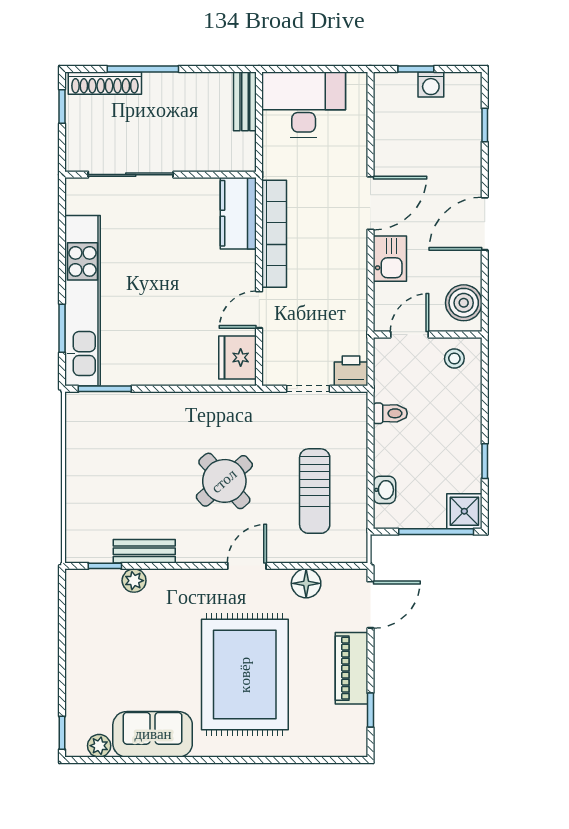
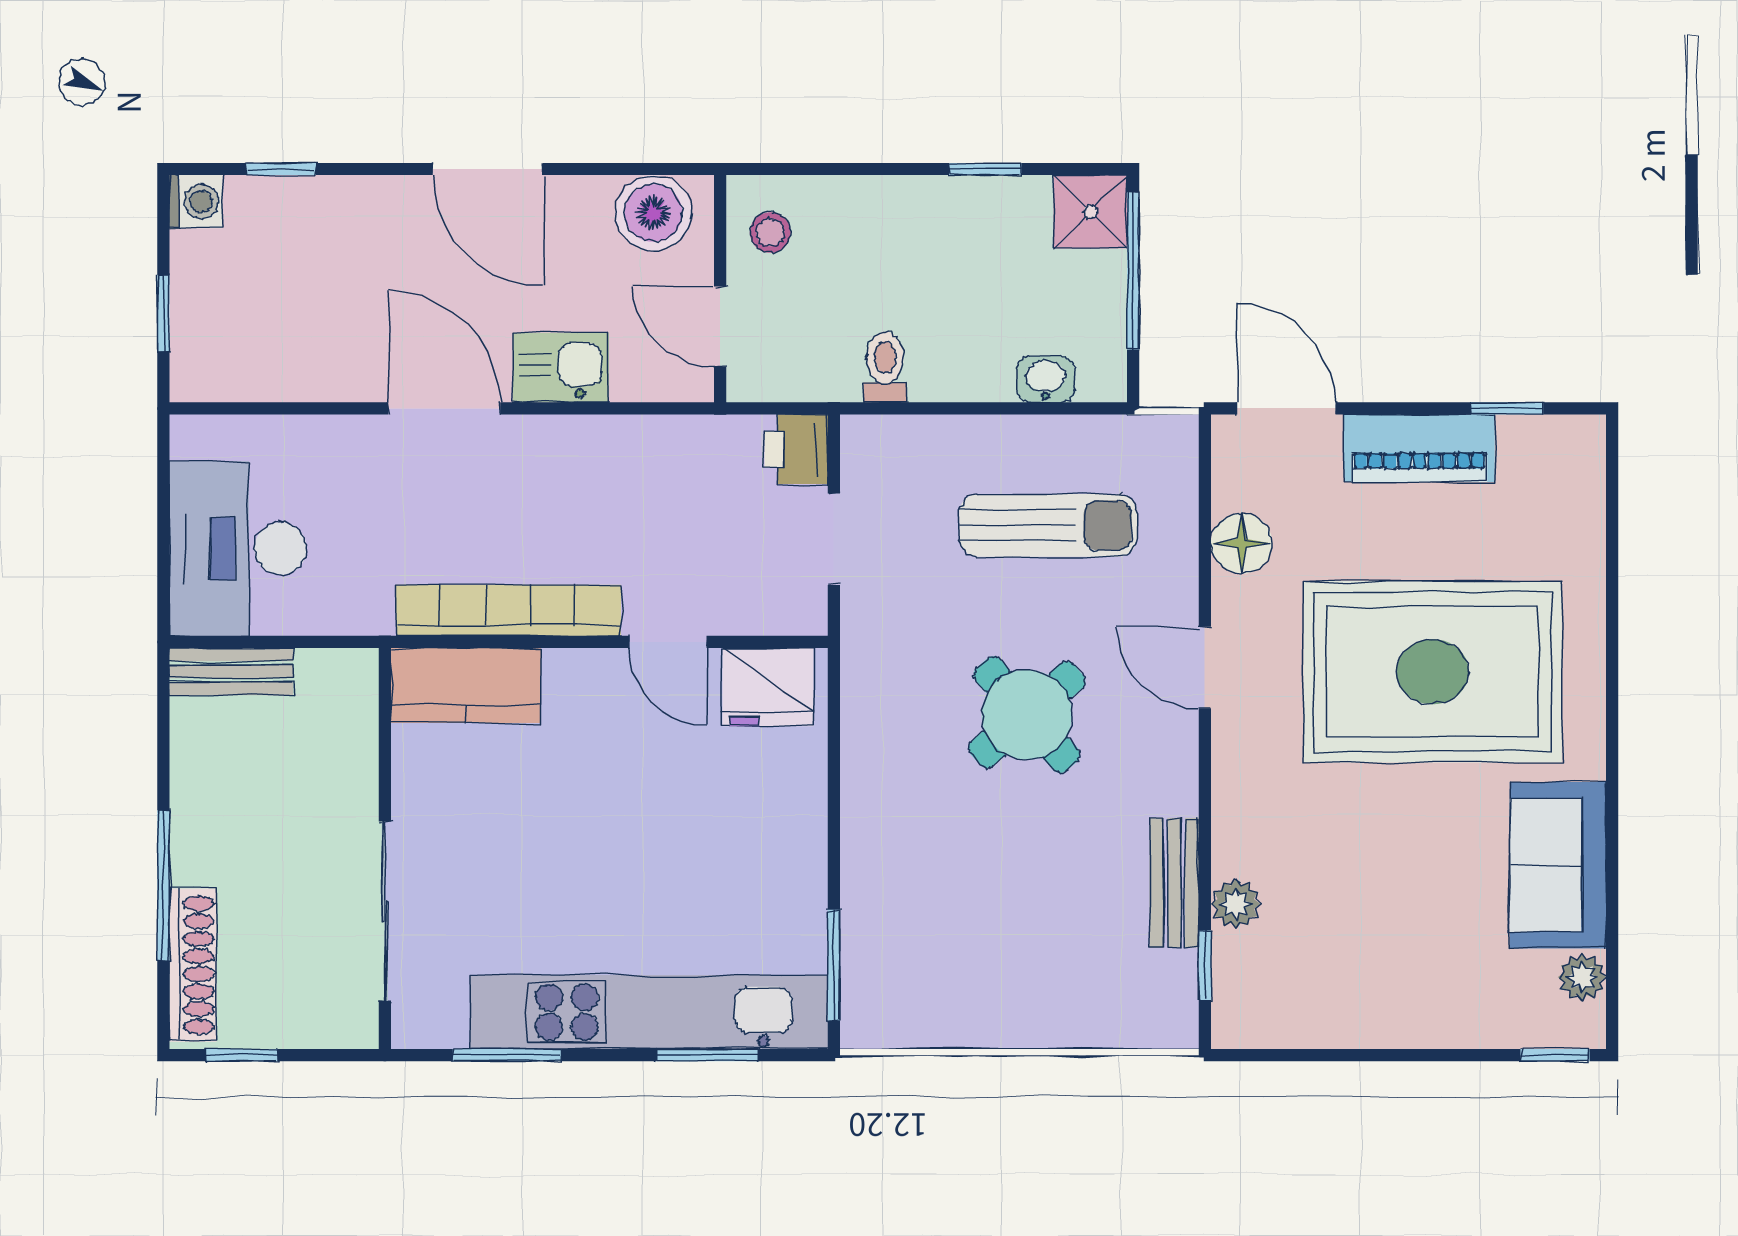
washing machine: (431, 85) -> (196, 202), moved
window: (62, 233) -> (507, 1055), added

